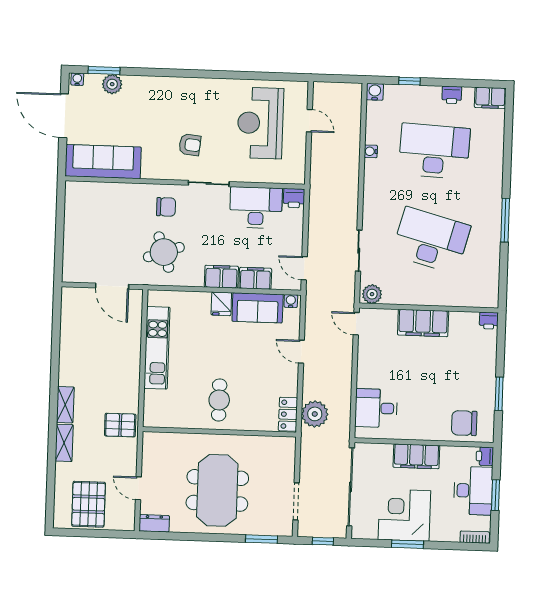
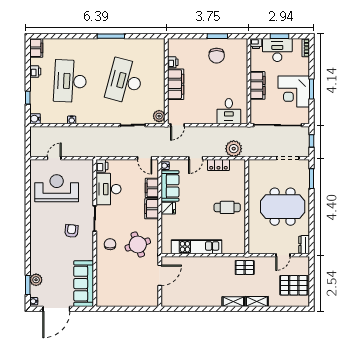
reception desk: (260, 123) -> (57, 188), turned 180
door: (304, 268) -> (145, 158), hinge flipped
printer: (489, 321) -> (173, 62), moved
locker: (288, 414) -> (218, 165), moved
chair: (464, 423) -> (217, 56), moved
pallet: (120, 425) -> (245, 268), turned 90

